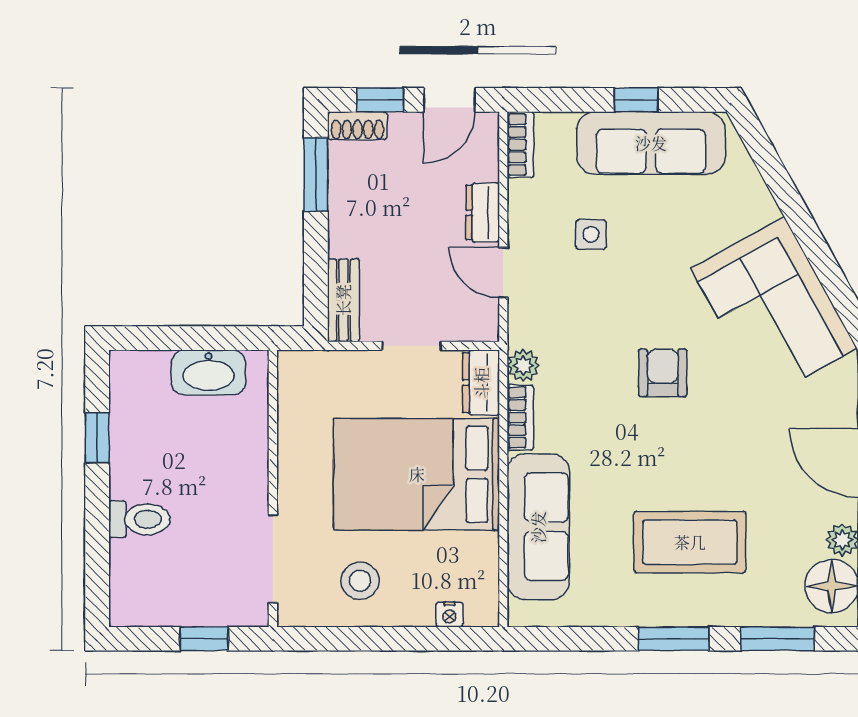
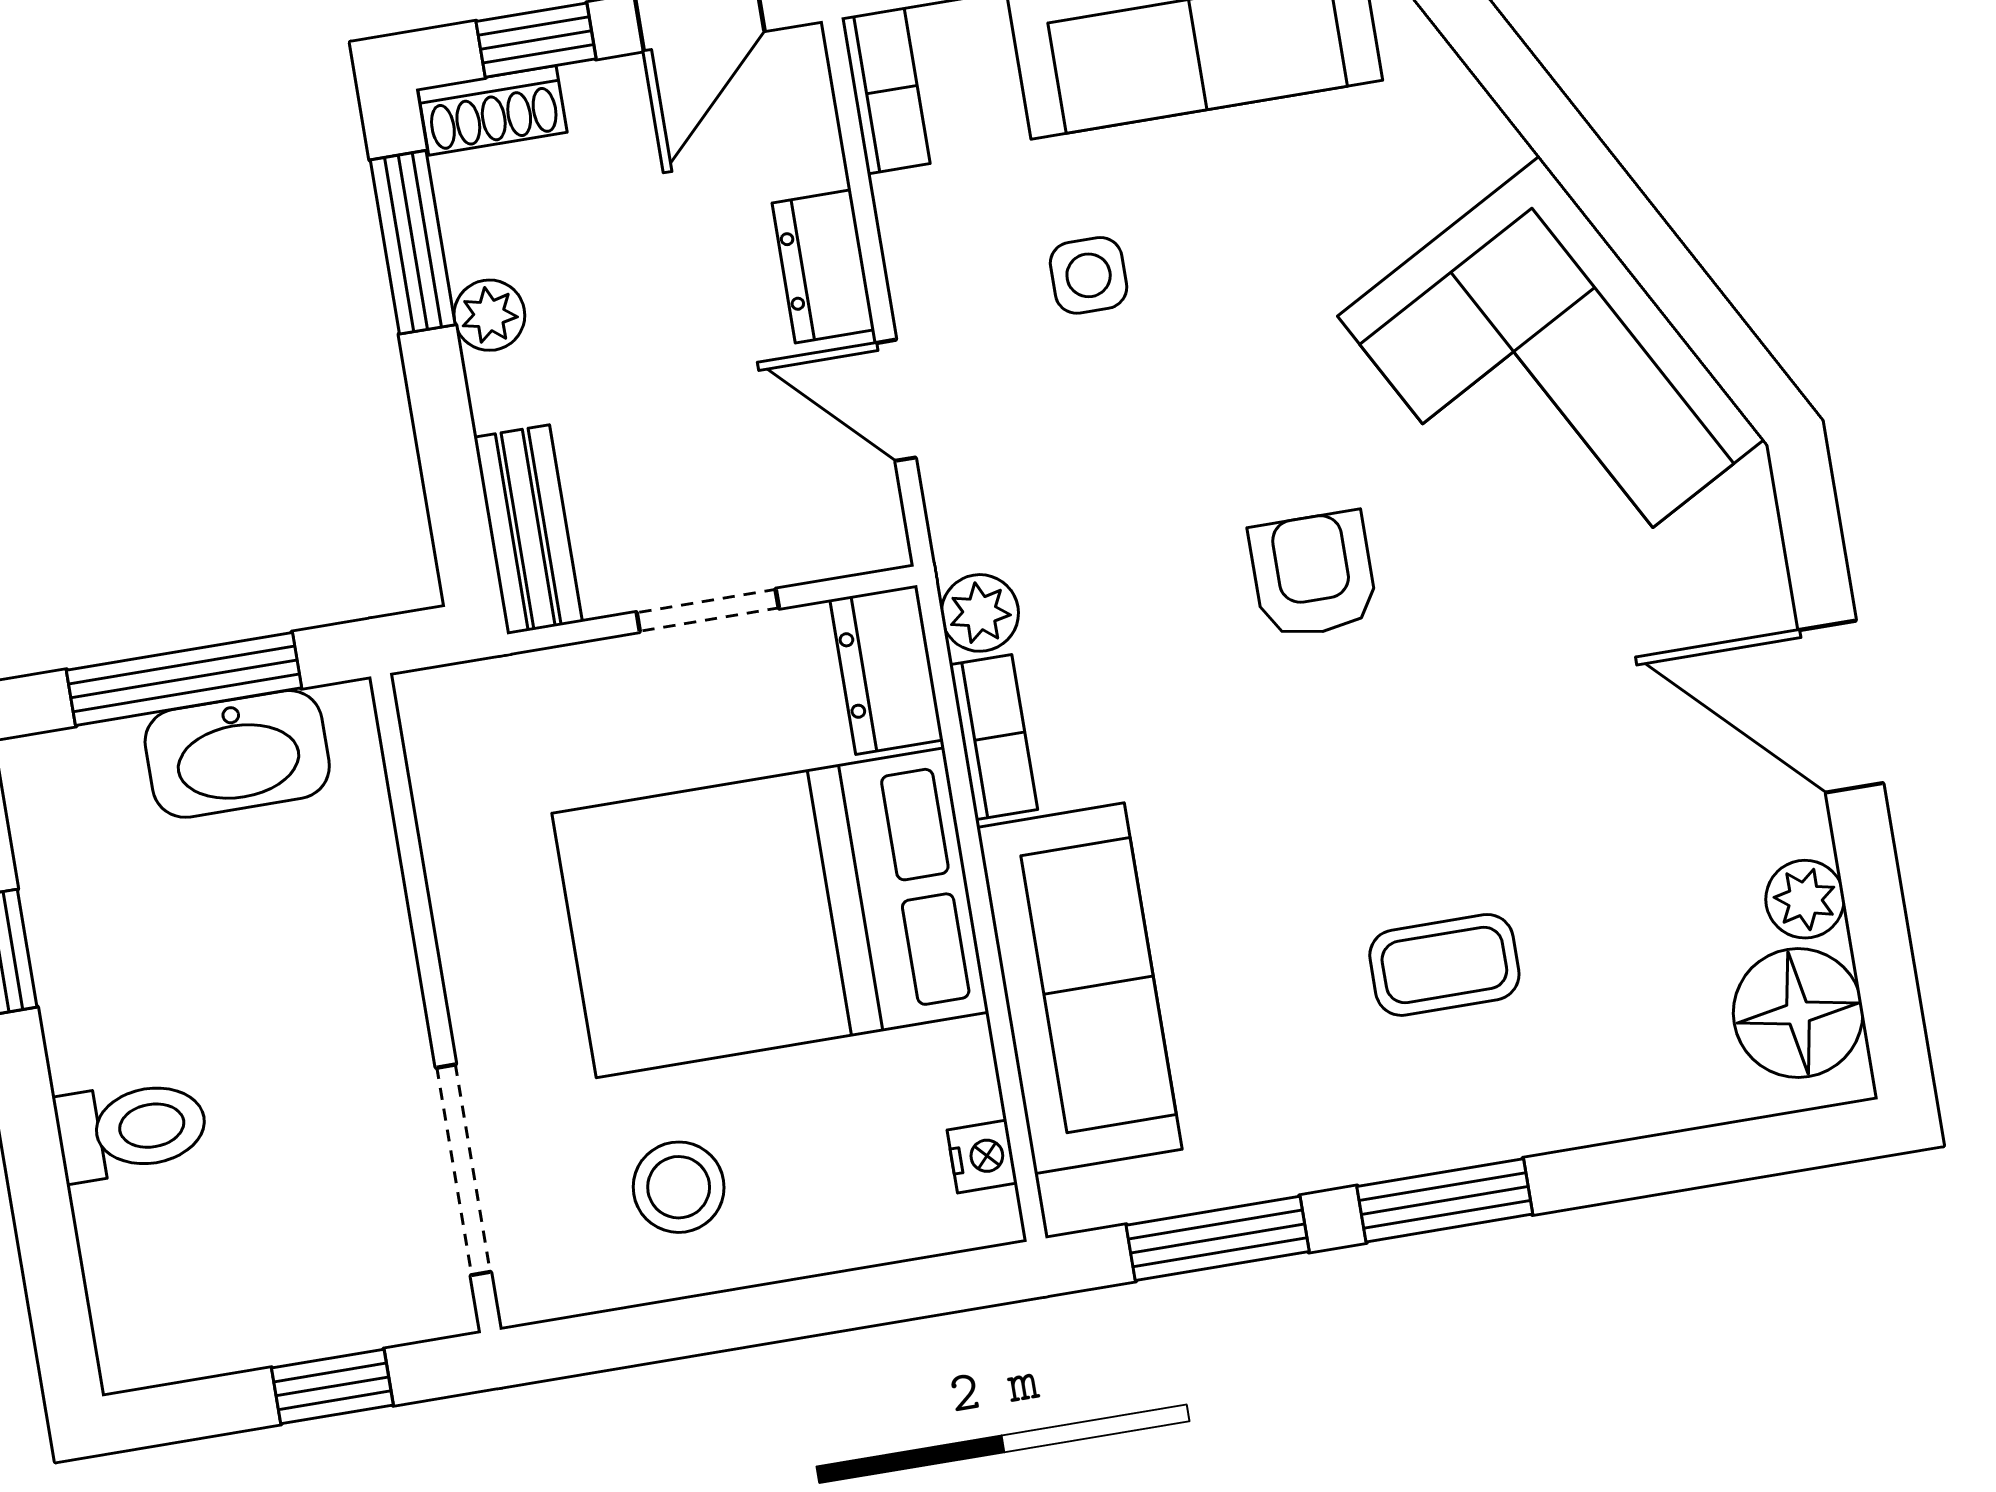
plant: (342, 210) -> (489, 315), added
window: (192, 338) -> (184, 679), added
coffee table: (690, 542) -> (1444, 965), width x0.54, depth x0.58
nightstand: (449, 614) -> (982, 1157), moved, turned -90
window: (778, 639) -> (1218, 1238), moved

